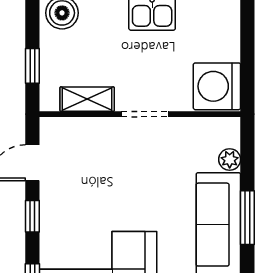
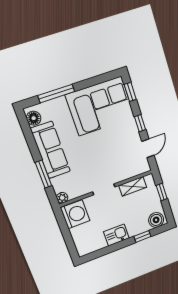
plant: (230, 160) -> (62, 198), moved
window: (247, 218) -> (43, 174), moved

